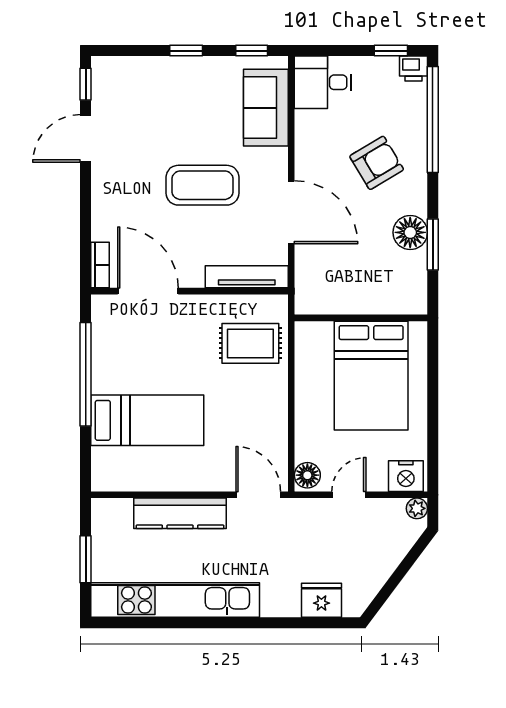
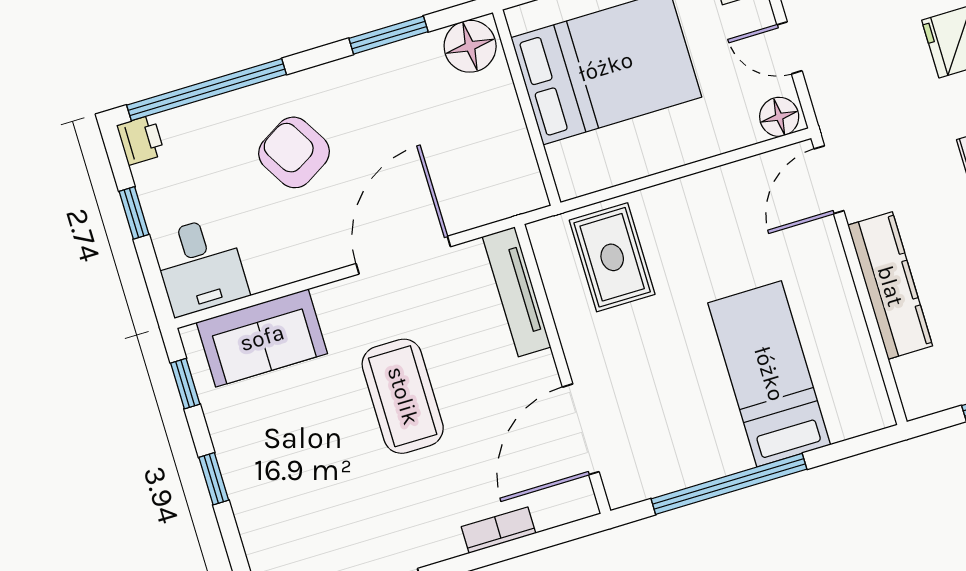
window: (391, 51) -> (134, 213), moved
floor lamp: (410, 232) -> (470, 46), moved
bookcase: (100, 265) -> (498, 530), moved

